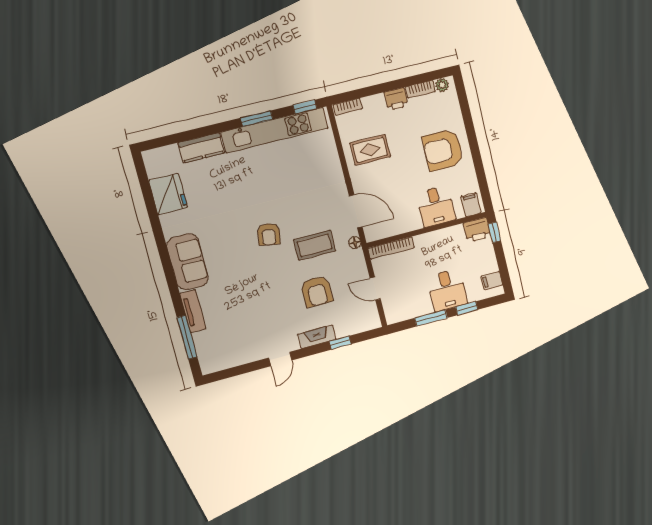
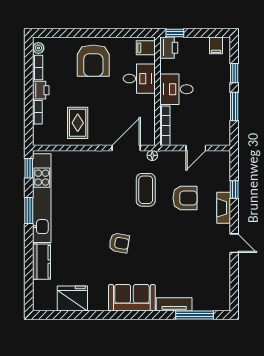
bookcase: (348, 107) -> (37, 112), moved
armchair: (269, 234) -> (119, 243), moved
desk: (447, 290) -> (176, 89), moved, turned 180

